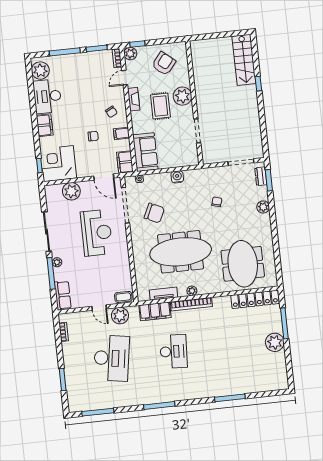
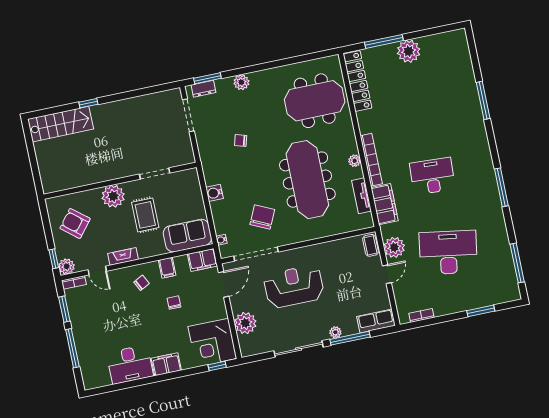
plant: (40, 71) -> (99, 376), removed
rug: (160, 106) -> (145, 215), moved, turned 90

